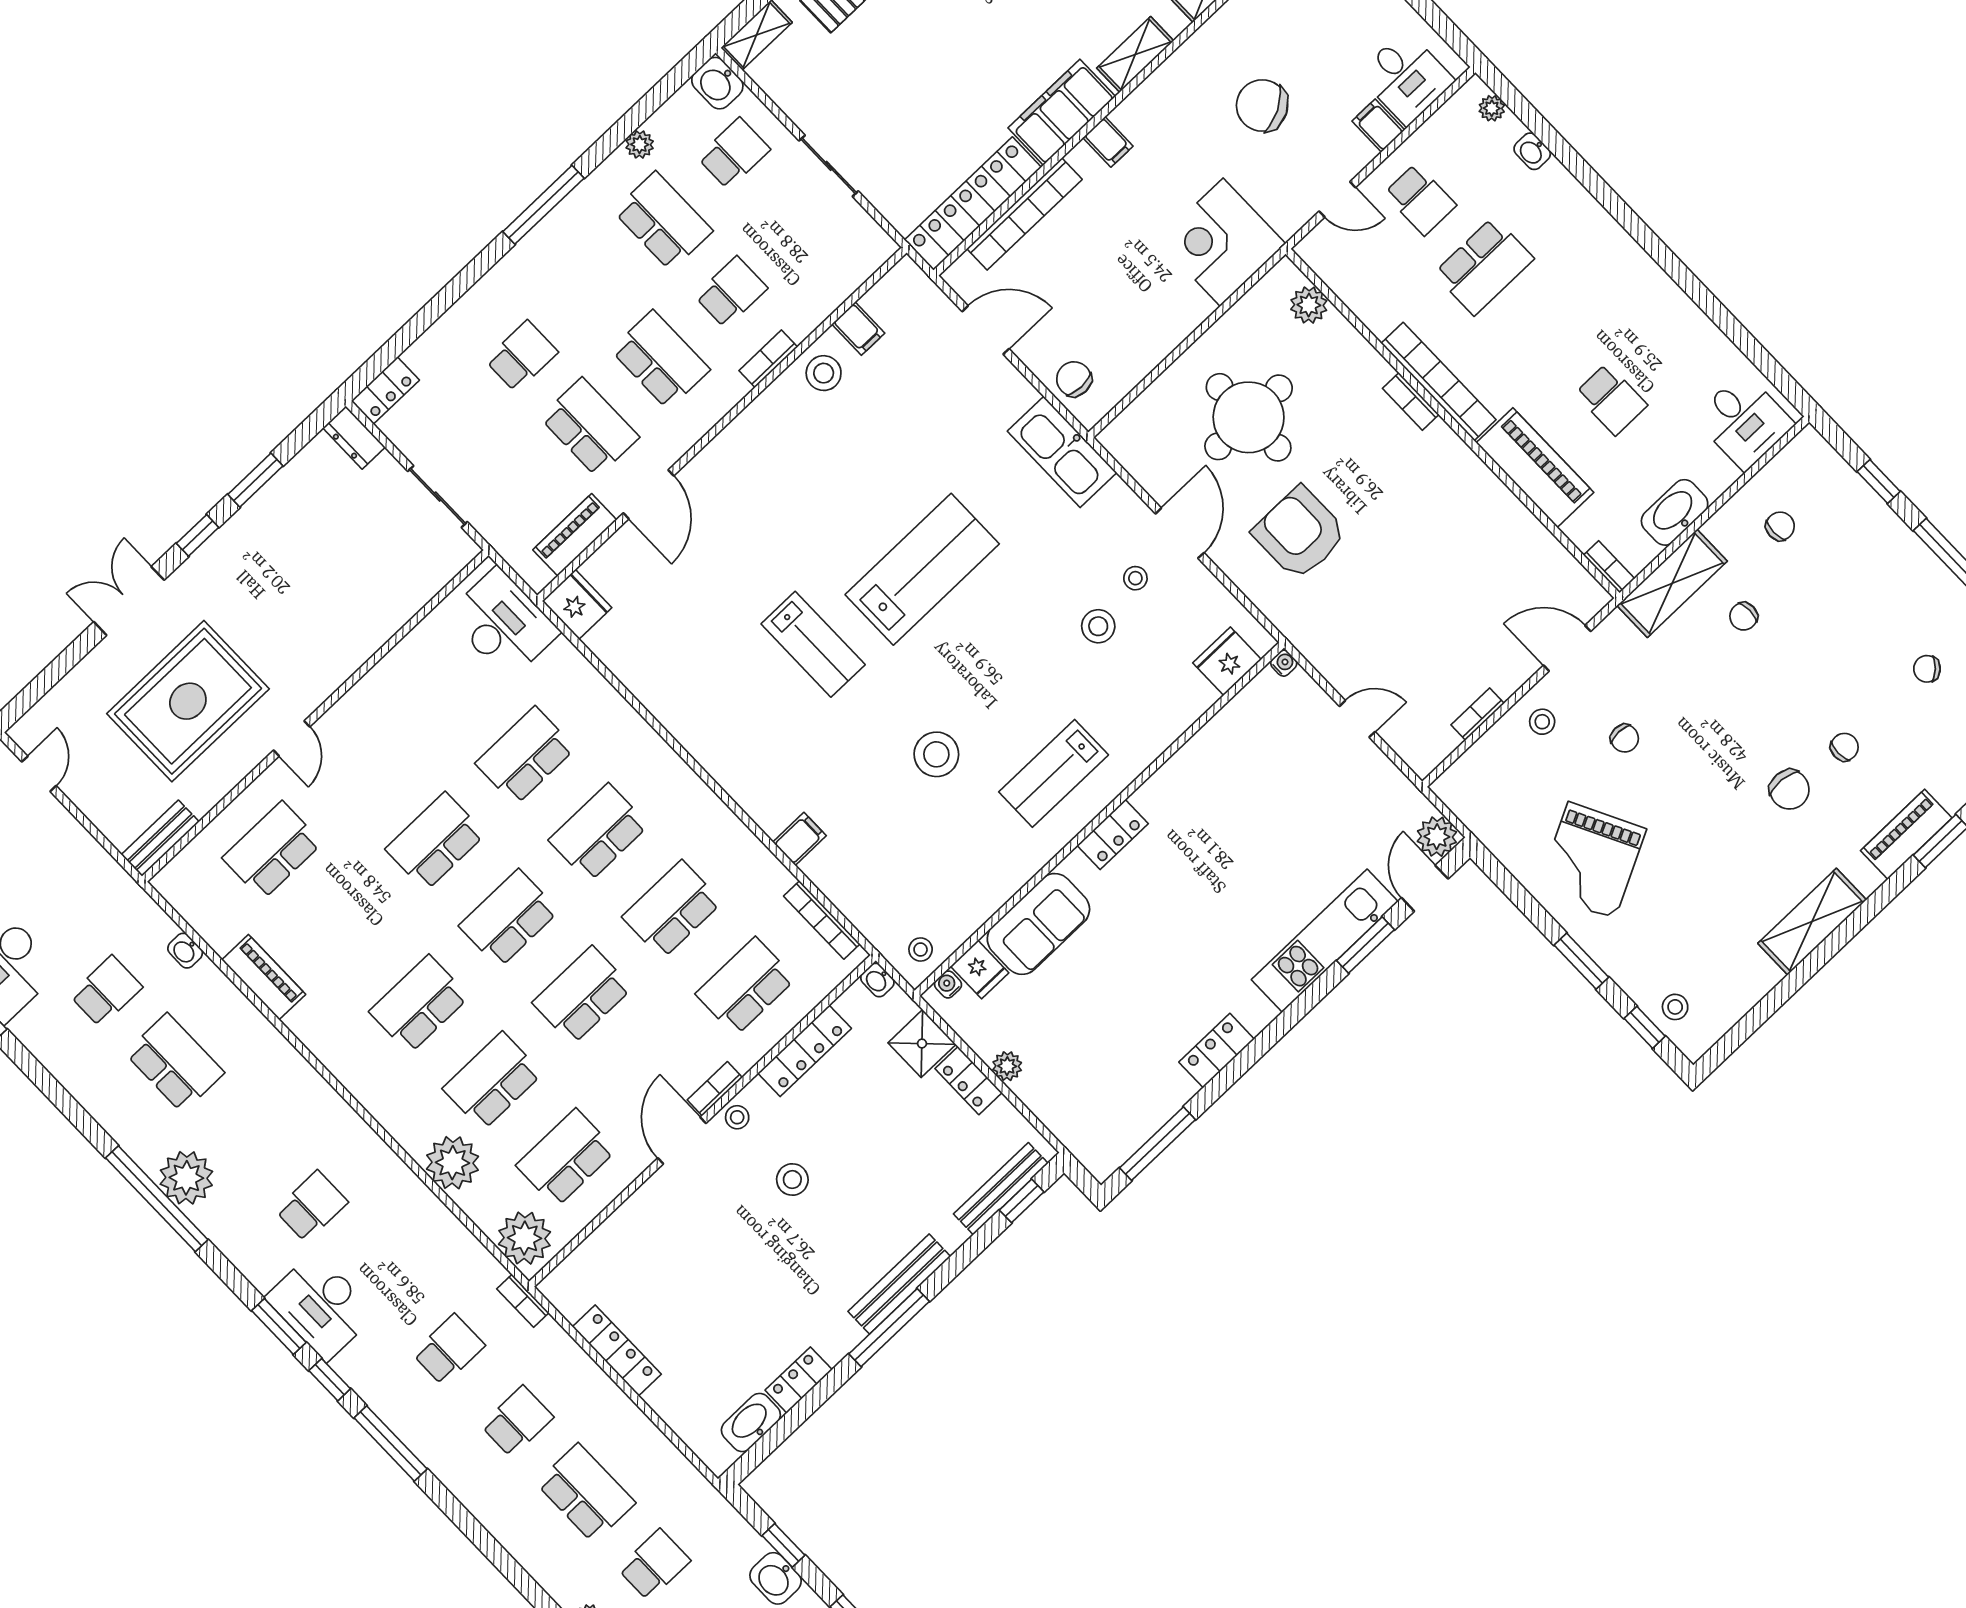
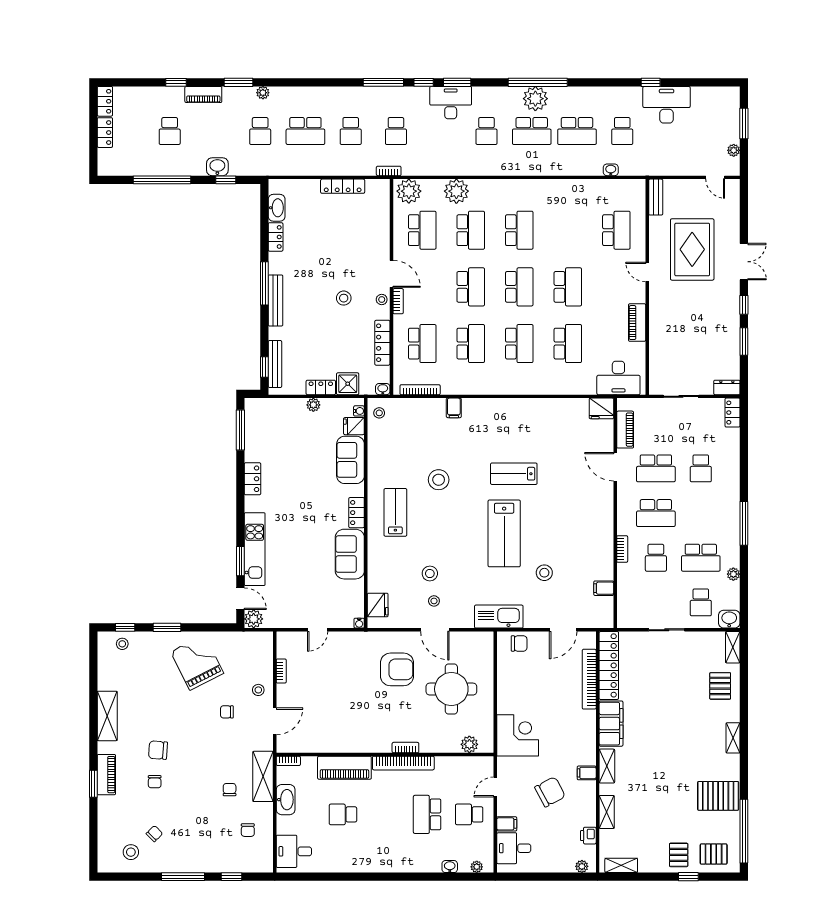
filing cabinet: (1108, 142) -> (587, 773), moved
stool: (824, 373) -> (544, 573), moved
sofa: (1189, 782) -> (350, 554), added
piano: (264, 977) -> (637, 323), moved, turned 90
school desk: (243, 1135) -> (532, 131), added

